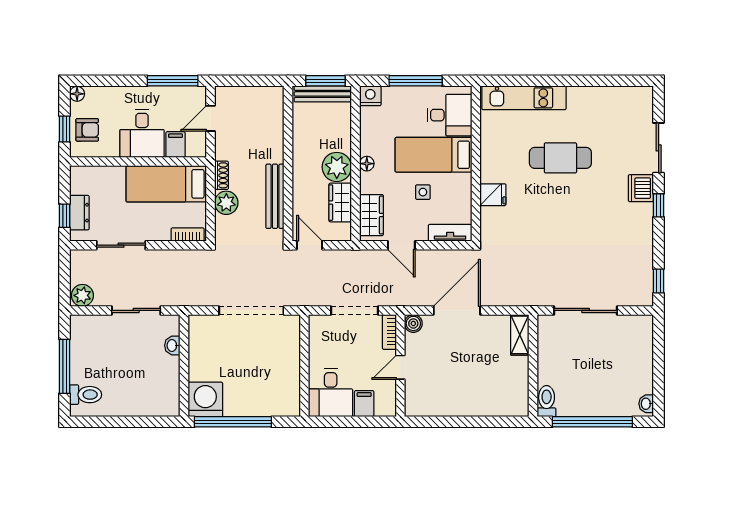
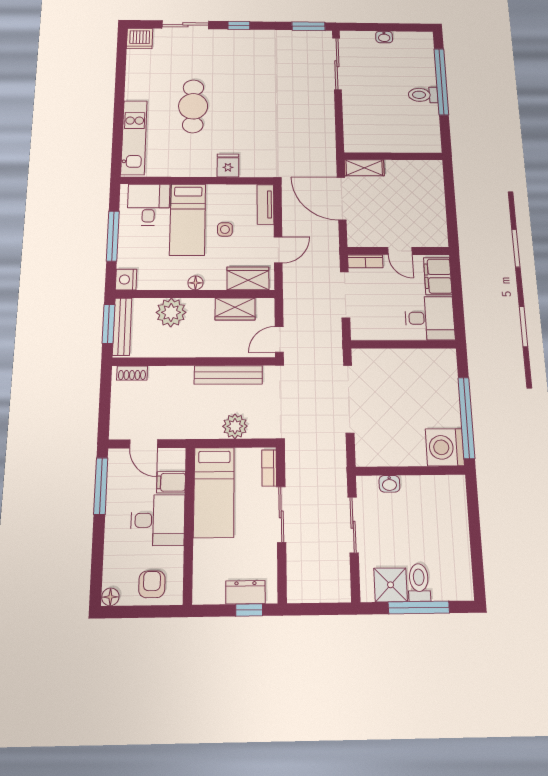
window: (65, 129) -> (150, 611), removed
plant: (337, 167) -> (171, 312), moved
shoe rack: (221, 175) -> (132, 373), moved, turned 180
dishwasher: (641, 188) -> (140, 39), moved
sliding door: (121, 245) -> (281, 514), moved
window: (659, 281) -> (308, 26), width x1.50
plant: (82, 295) -> (338, 587), removed
sliding door: (586, 310) -> (337, 64), moved
boiler: (413, 323) -> (356, 239), removed
shelving: (520, 335) -> (364, 168), moved
shower: (84, 342) -> (391, 585), added
wall: (533, 366) -> (393, 156), moved
toilet: (86, 395) -> (419, 582), moved
toilet: (547, 401) -> (423, 95), moved
filing cabinet: (364, 404) -> (438, 276), width x2.00
washbasin: (646, 404) -> (384, 37), moved

